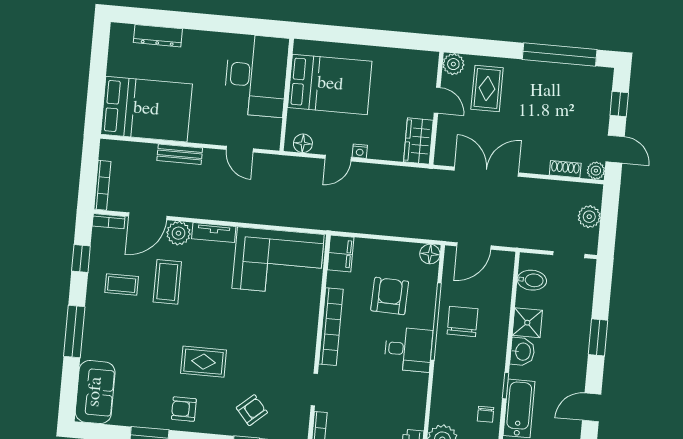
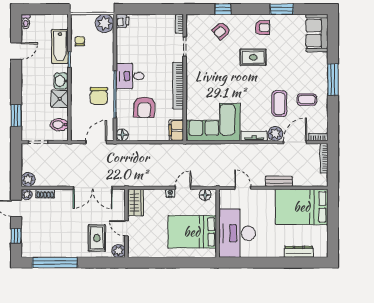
plant: (589, 217) -> (28, 179), moved
window: (81, 258) -> (333, 113), removed
window: (74, 332) -> (333, 80), moved
window: (598, 337) -> (16, 116), moved

